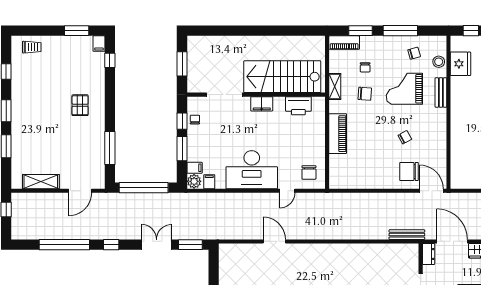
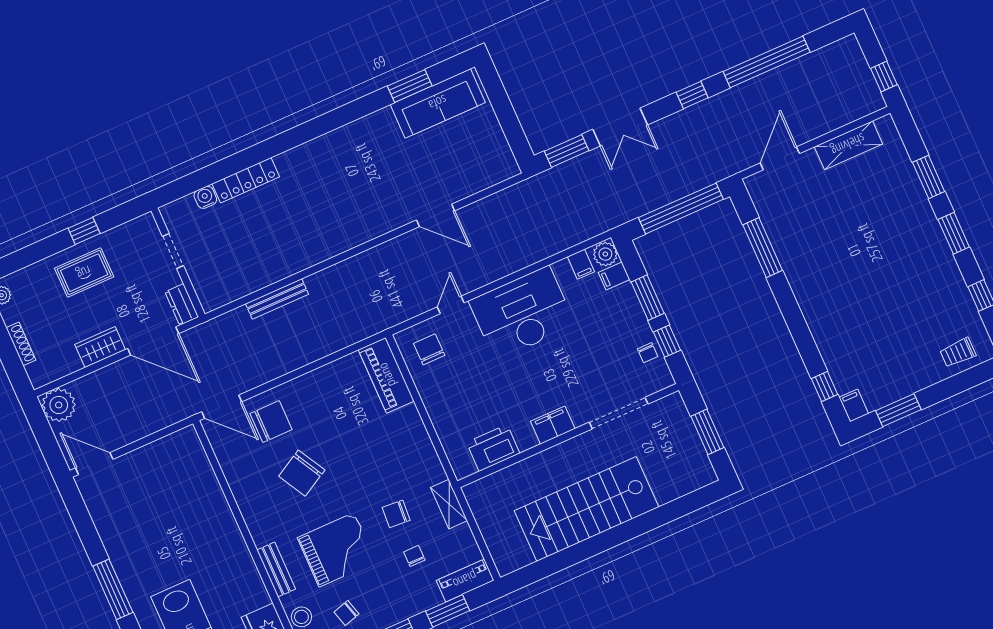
stairs: (282, 77) -> (587, 509), moved, turned 180
pallet: (80, 105) -> (840, 294), removed
piano: (338, 134) -> (386, 375), moved
chair: (405, 137) -> (302, 473), width x1.87, depth x1.87
bench: (407, 235) -> (277, 299), moved

